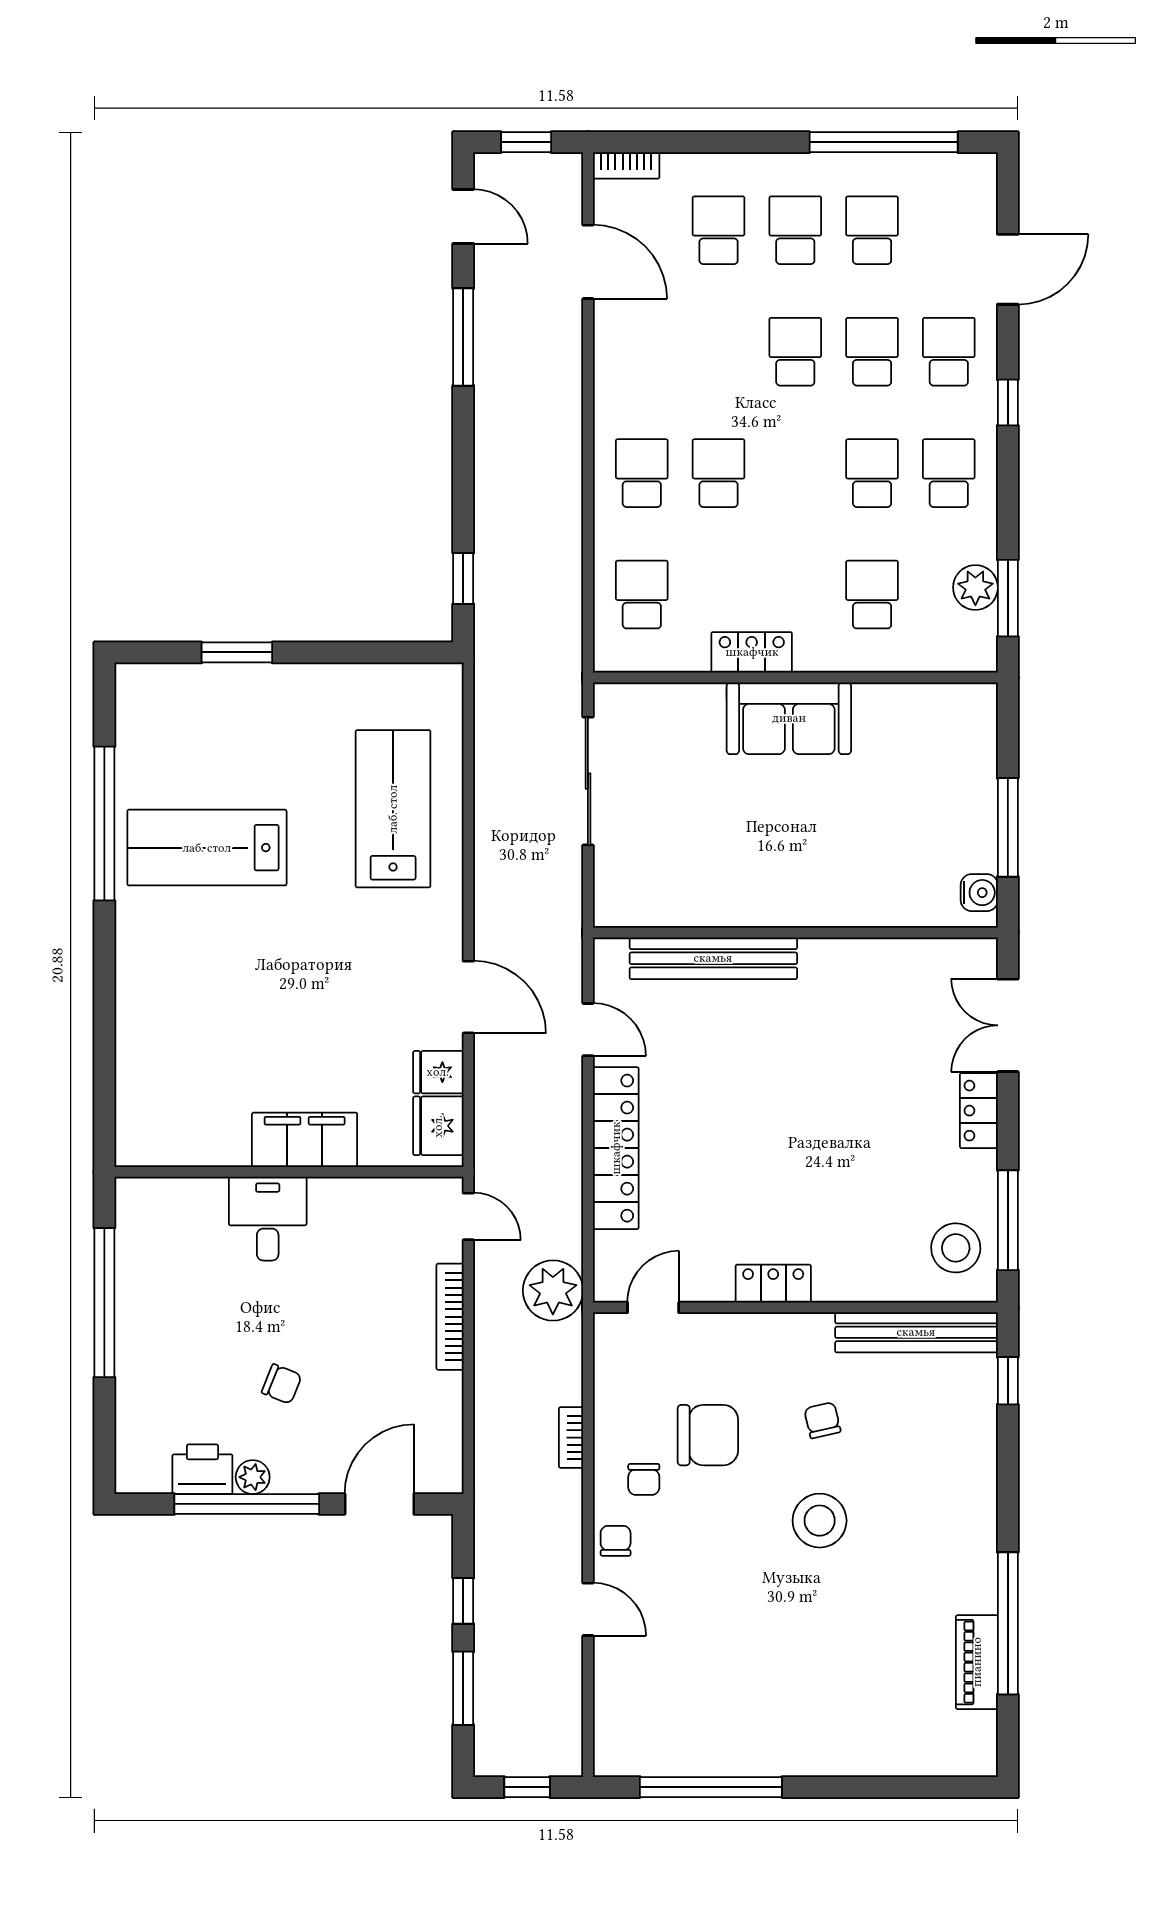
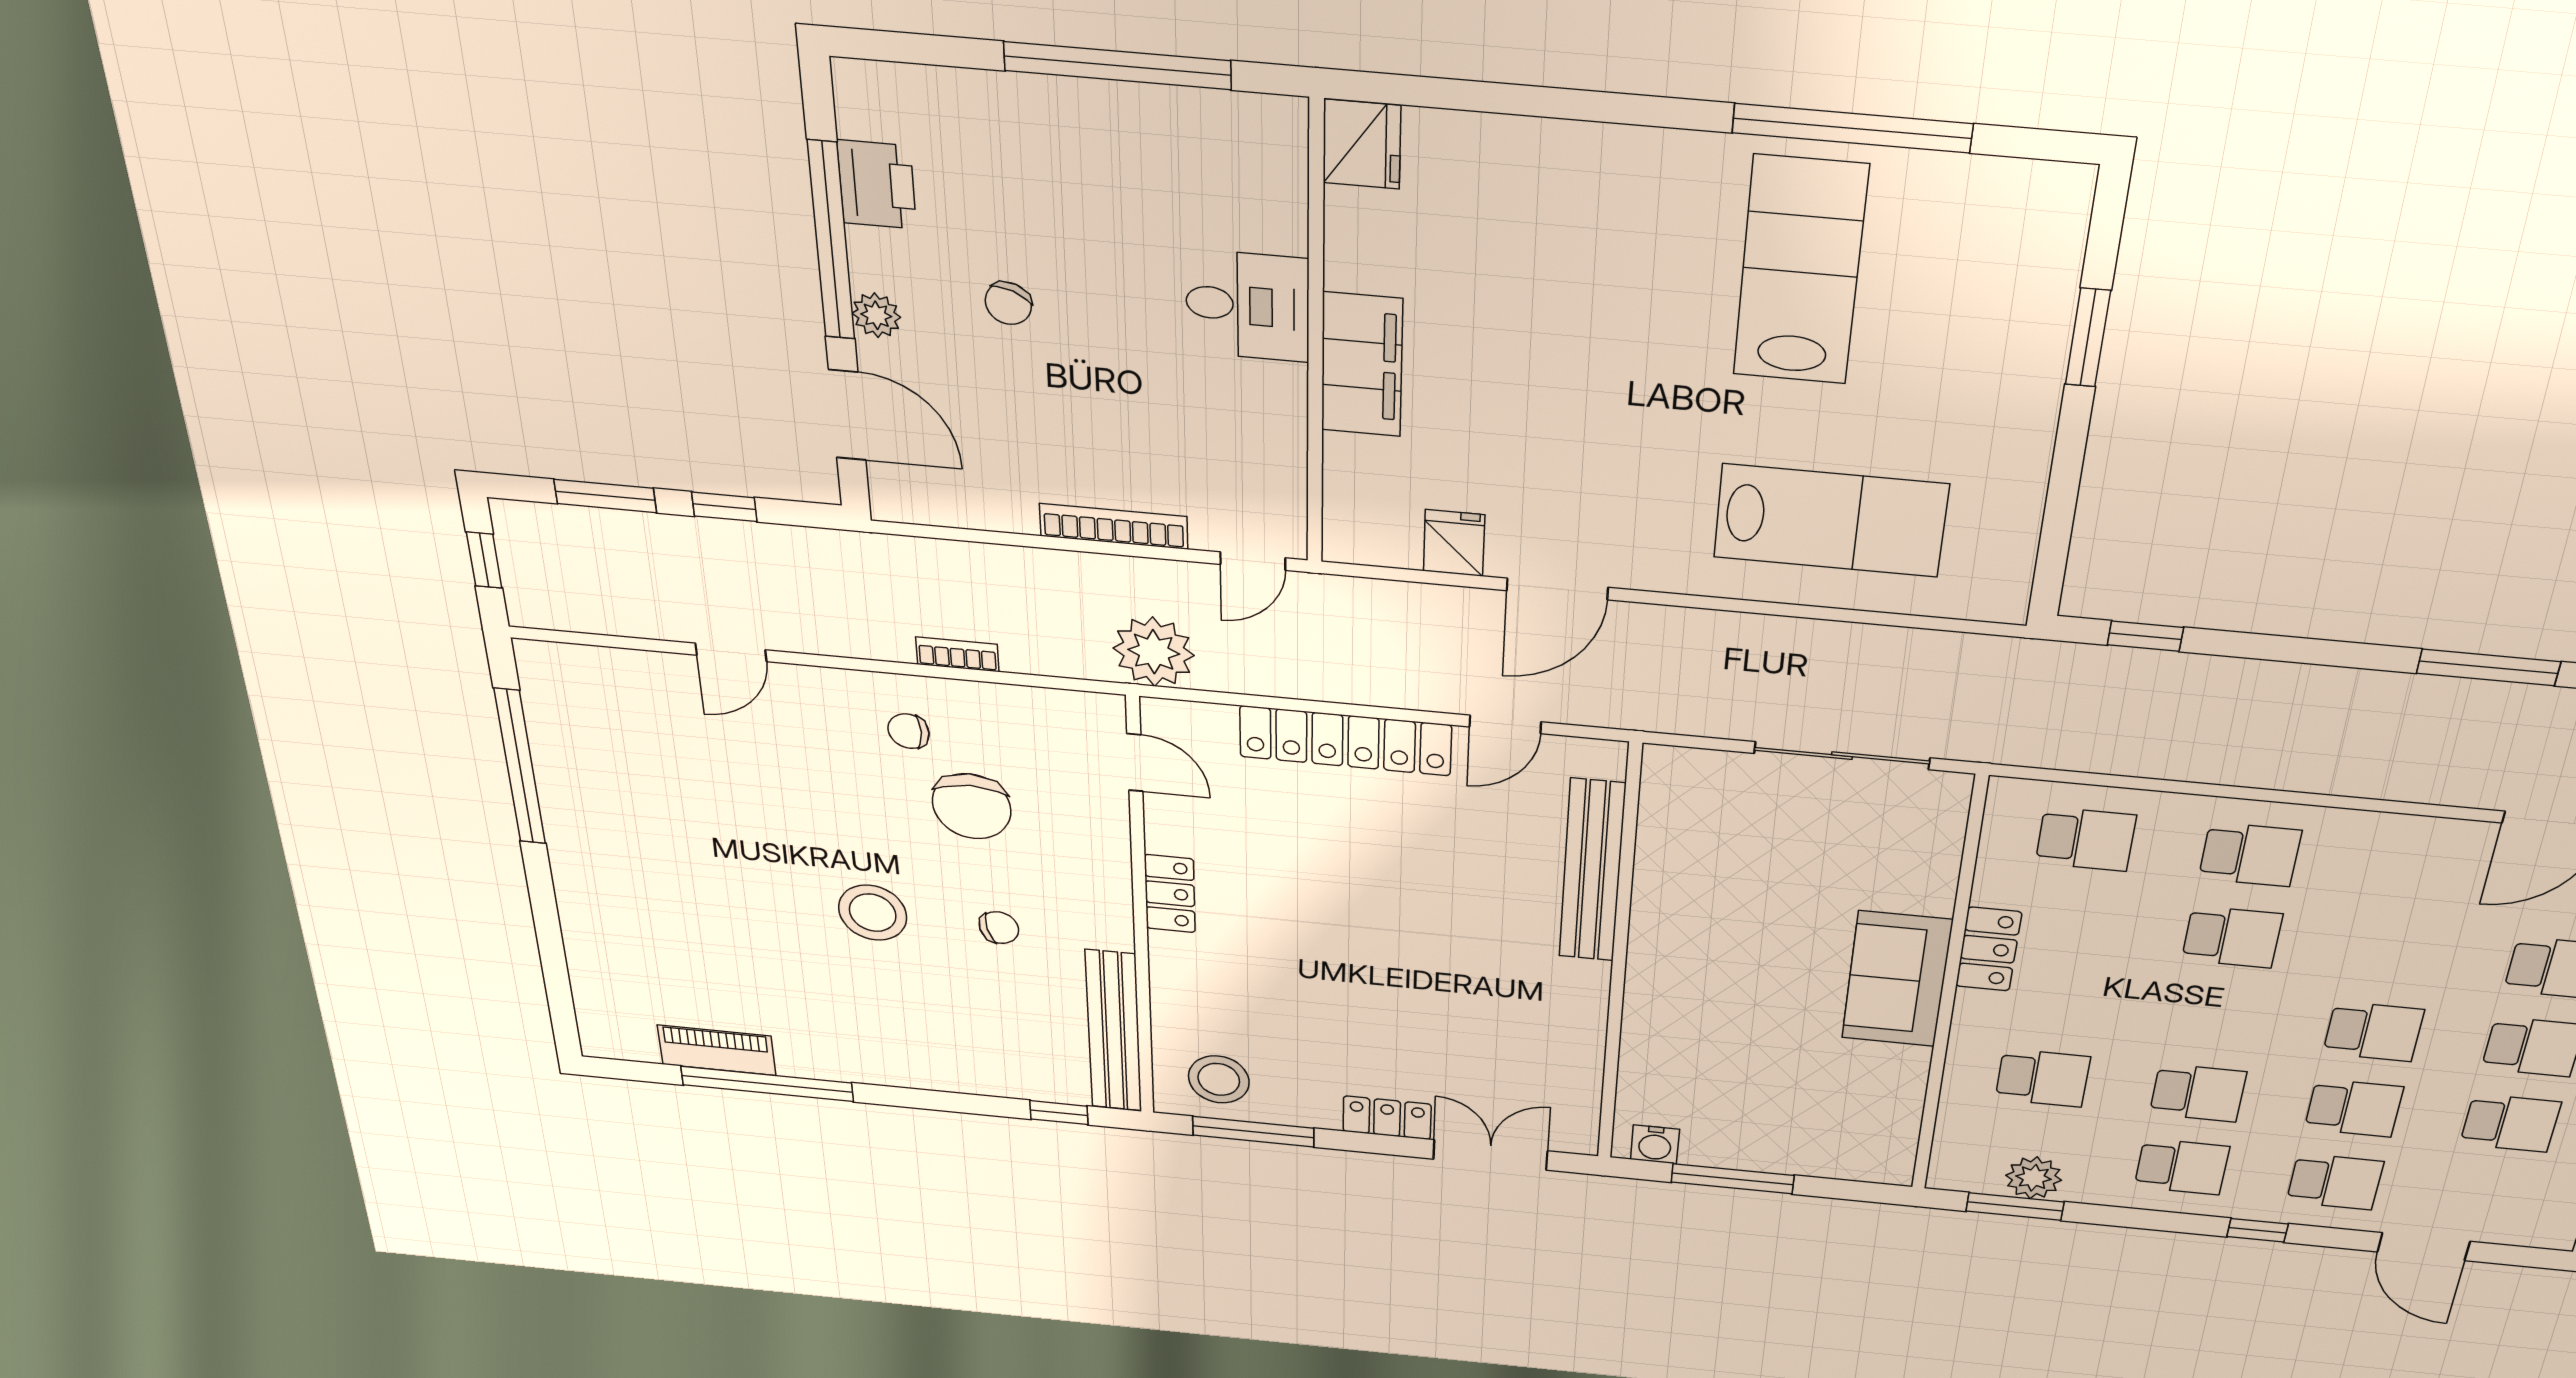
fridge: (438, 1126) -> (1362, 144), moved, turned 90
plant: (253, 1477) -> (876, 315), moved
chair: (616, 1541) -> (825, 692), removed

